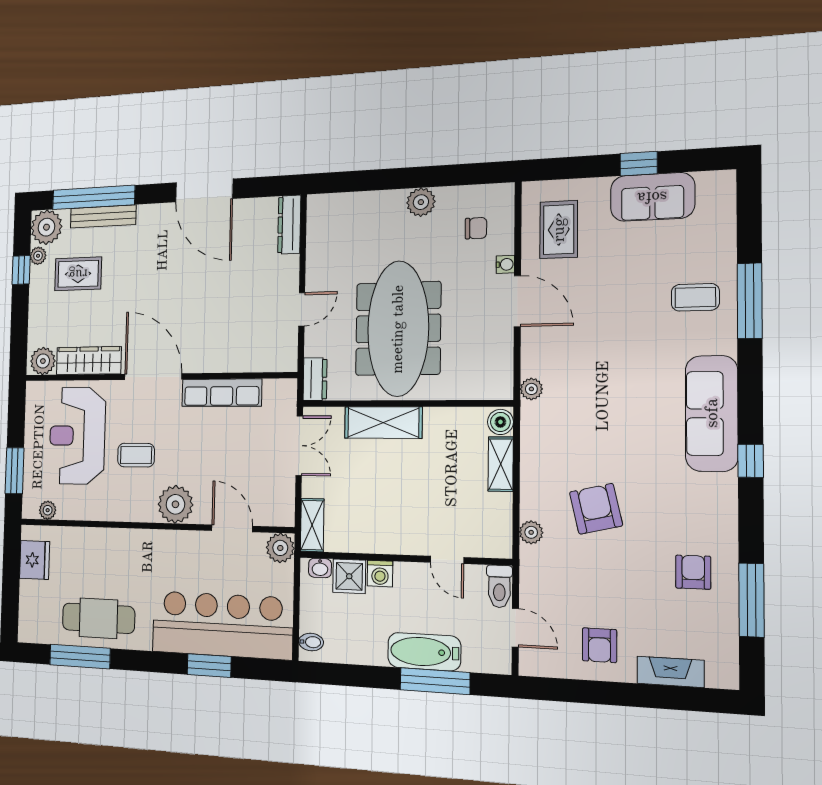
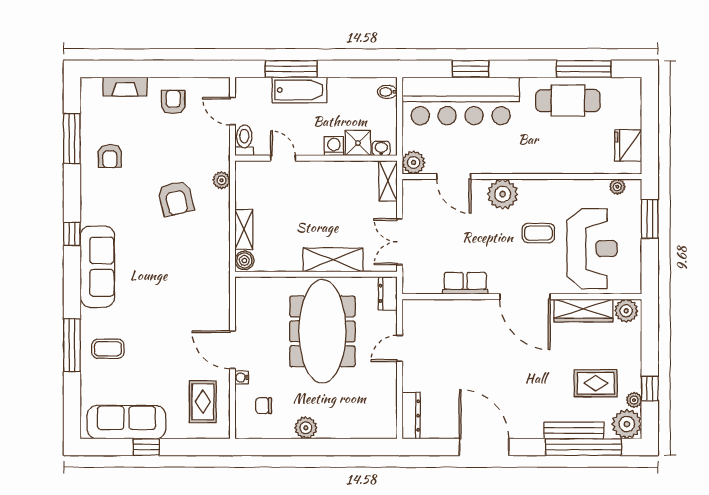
sofa: (652, 197) -> (126, 422), width x1.36
plant: (531, 389) -> (222, 285), removed
row of seats: (222, 393) -> (465, 283), width x0.68

